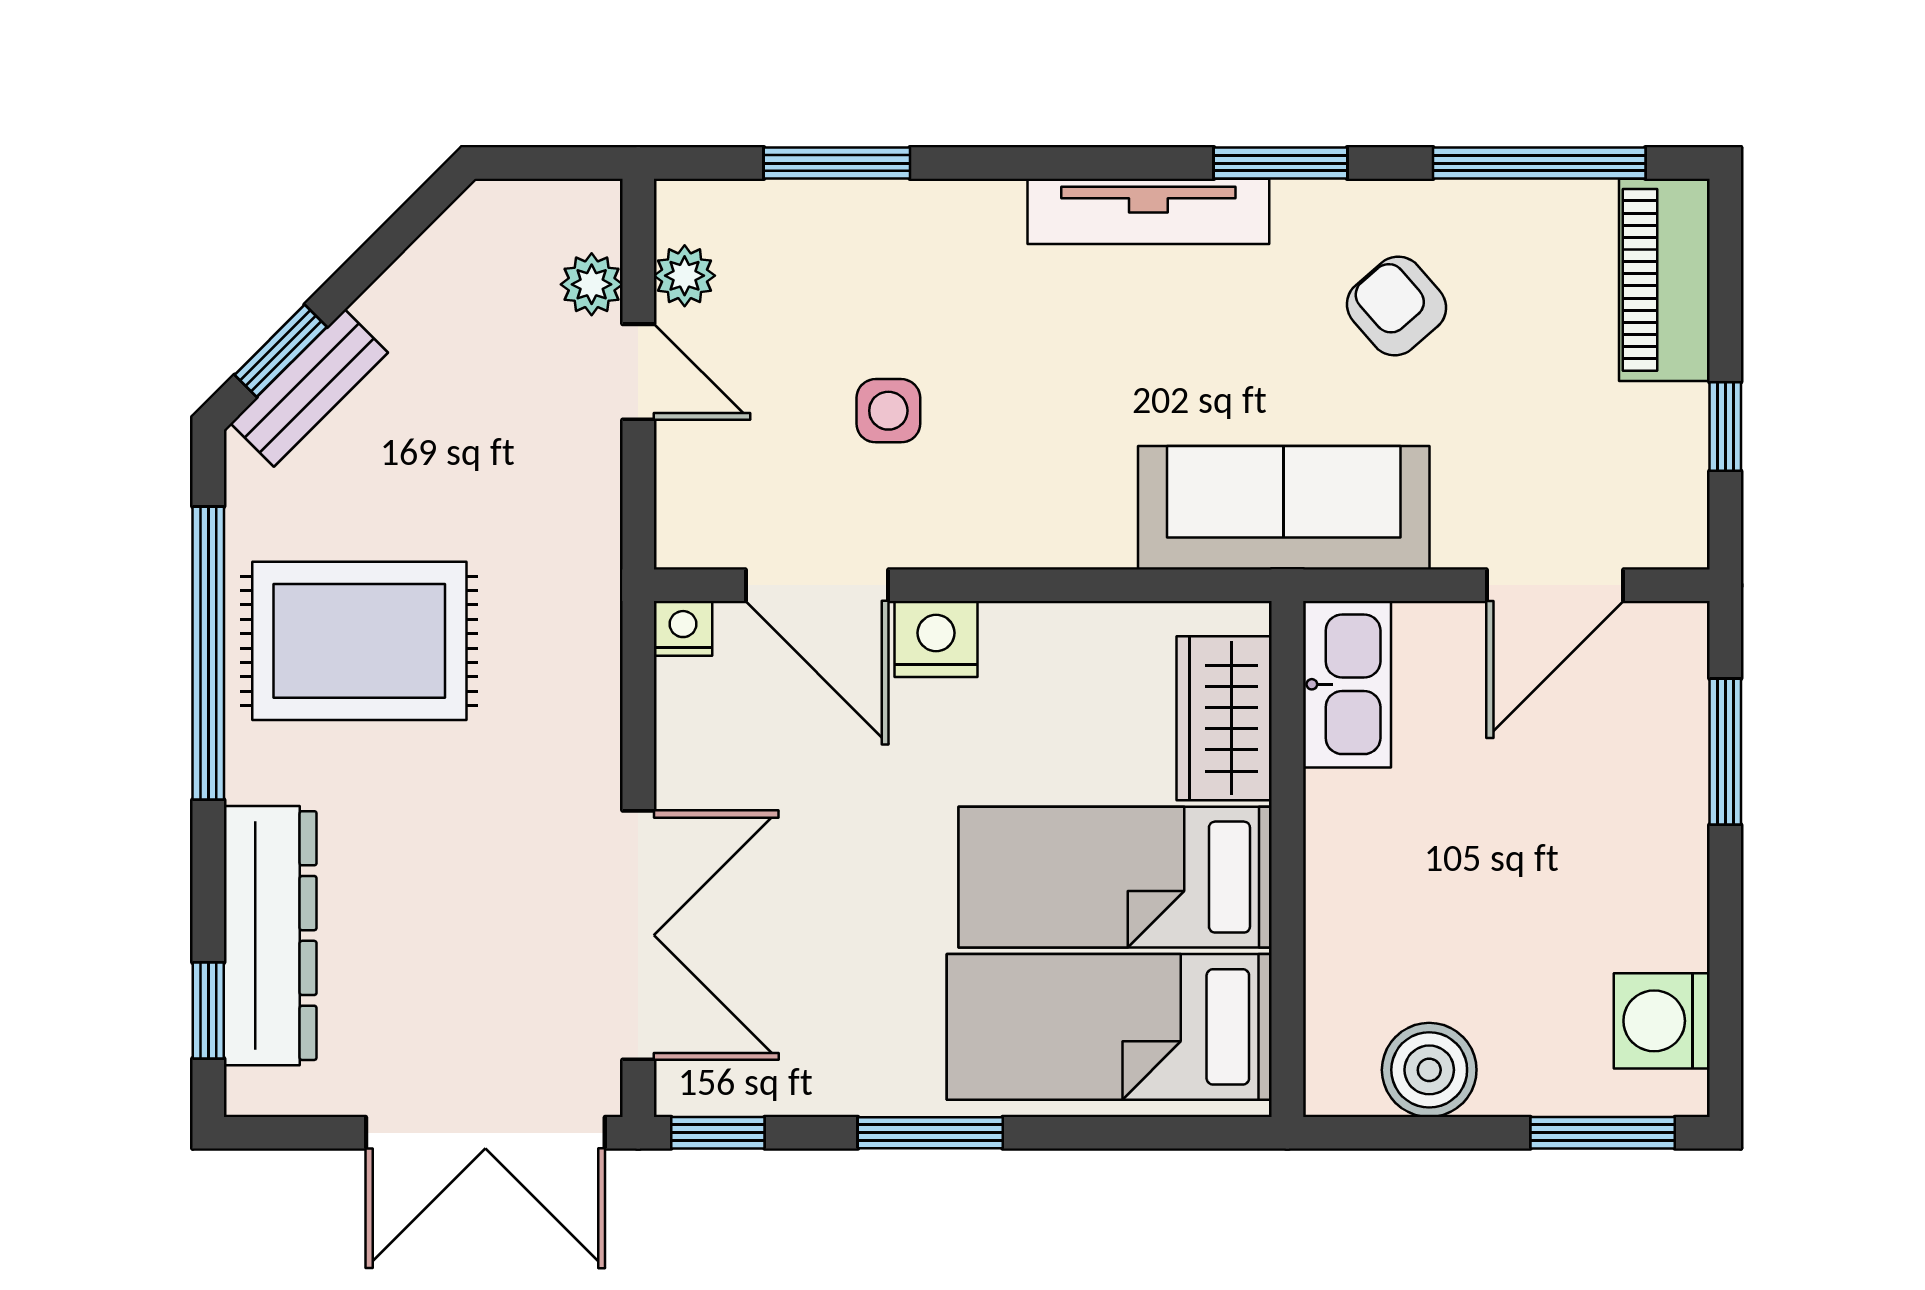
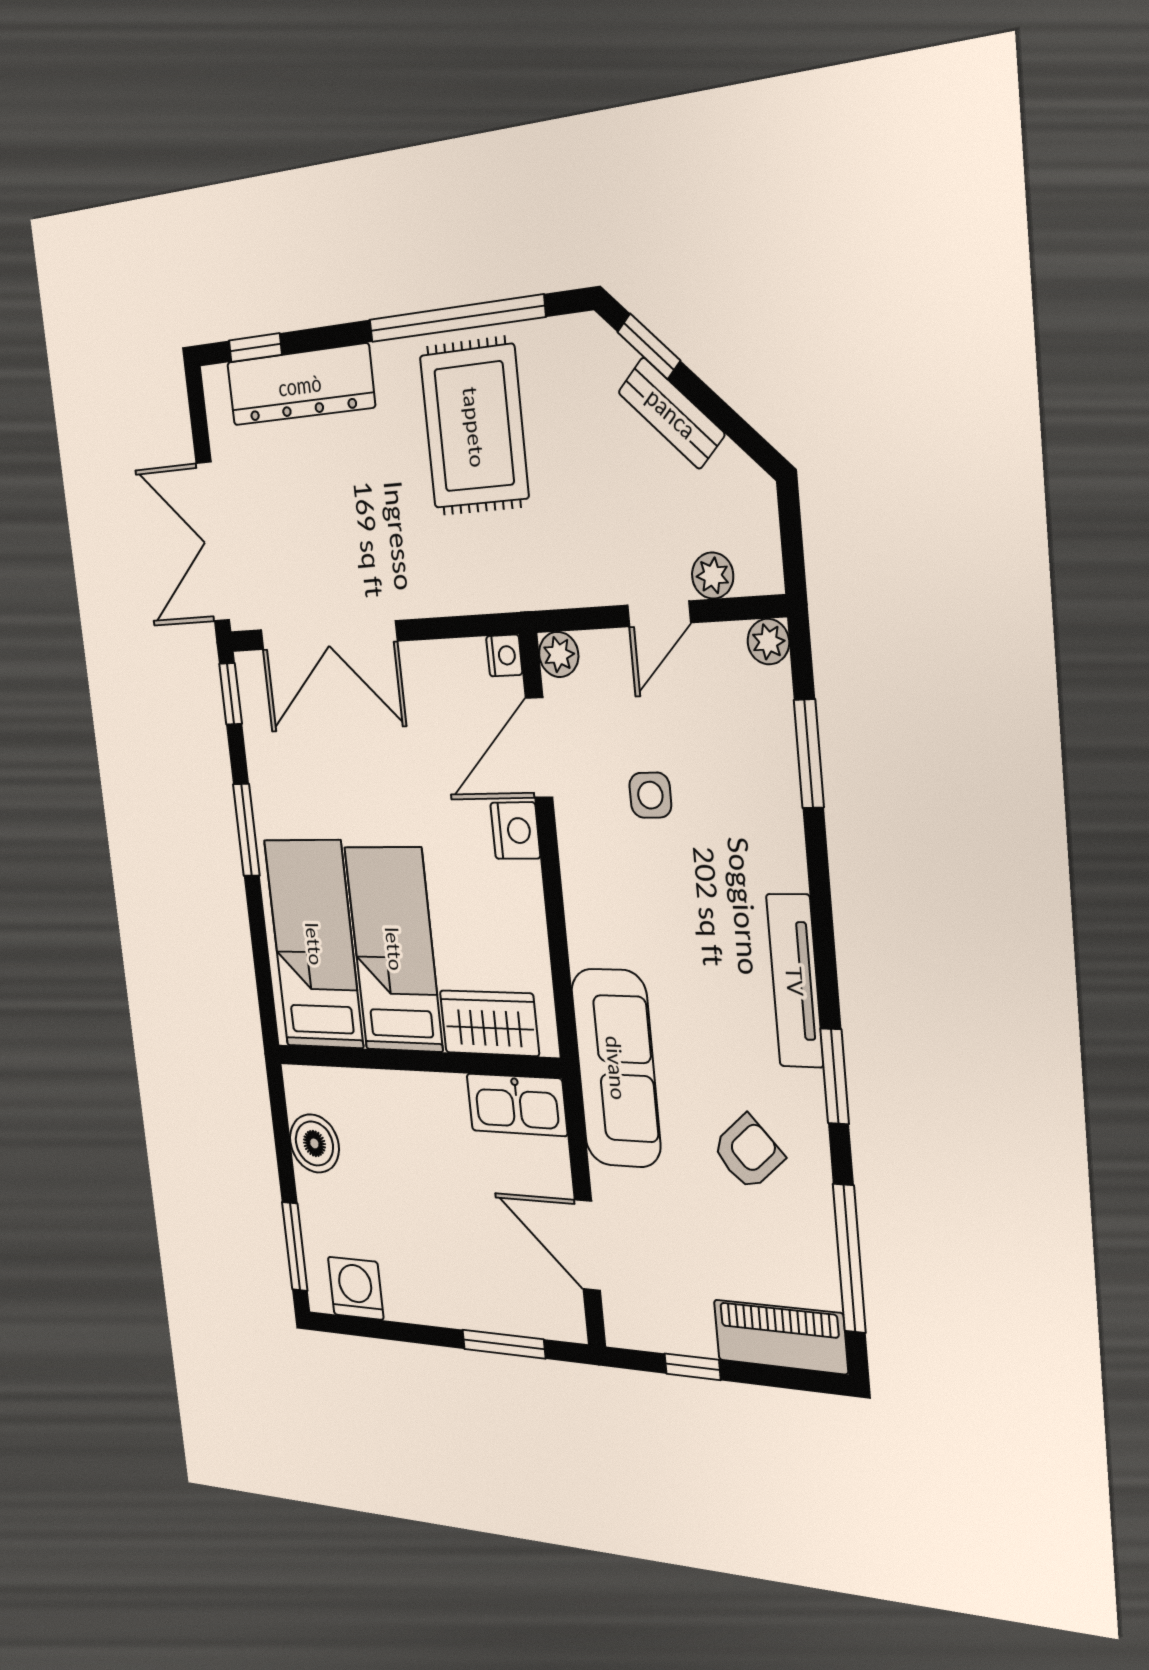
plant: (685, 276) -> (768, 642), moved
bench: (309, 388) -> (671, 413), moved
plant: (686, 538) -> (559, 654), added

